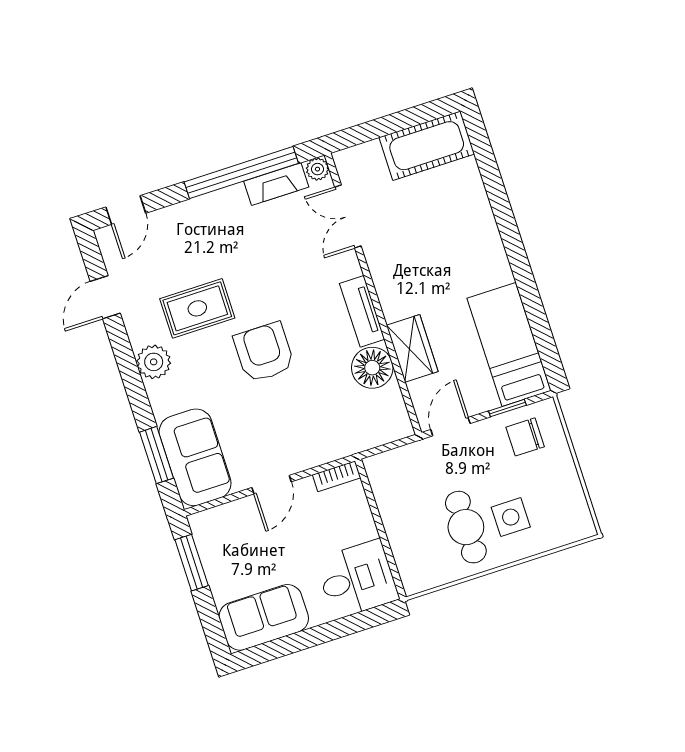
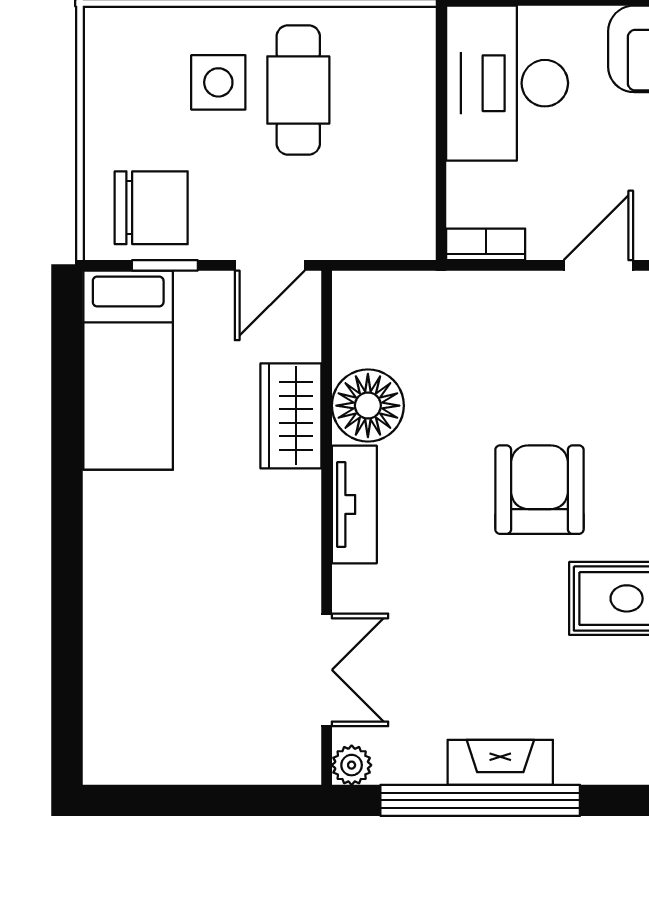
cot: (427, 146) -> (157, 745), removed
fireplace: (276, 184) -> (500, 762), moved
armchair: (264, 352) -> (539, 490), turned 180
chair: (525, 437) -> (151, 208), width x1.37, depth x1.37
desk: (357, 579) -> (507, 83), width x1.37

